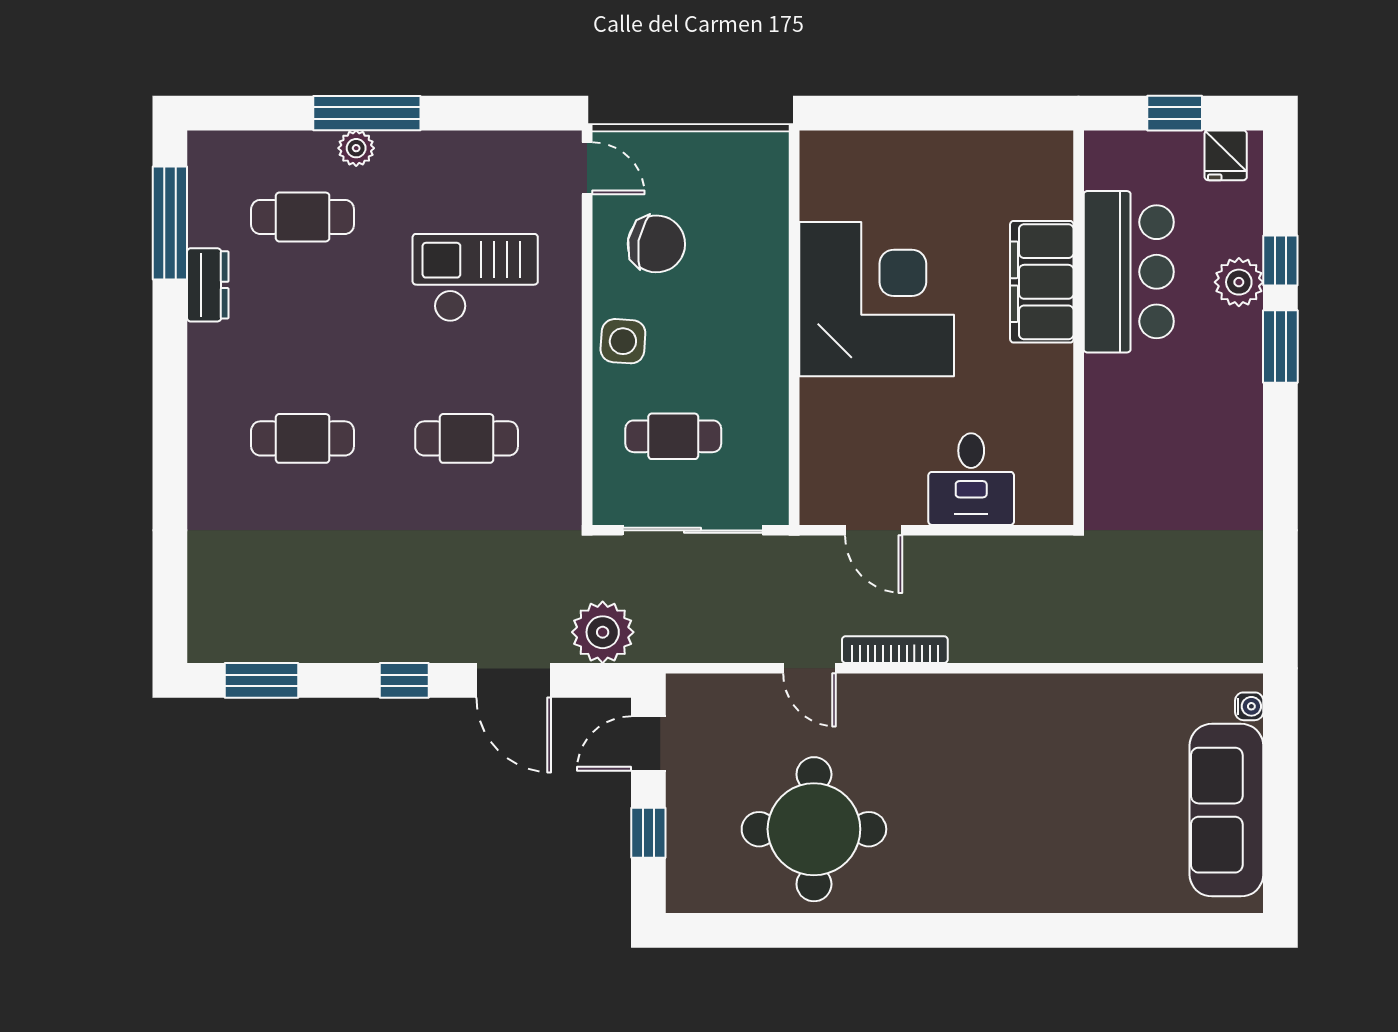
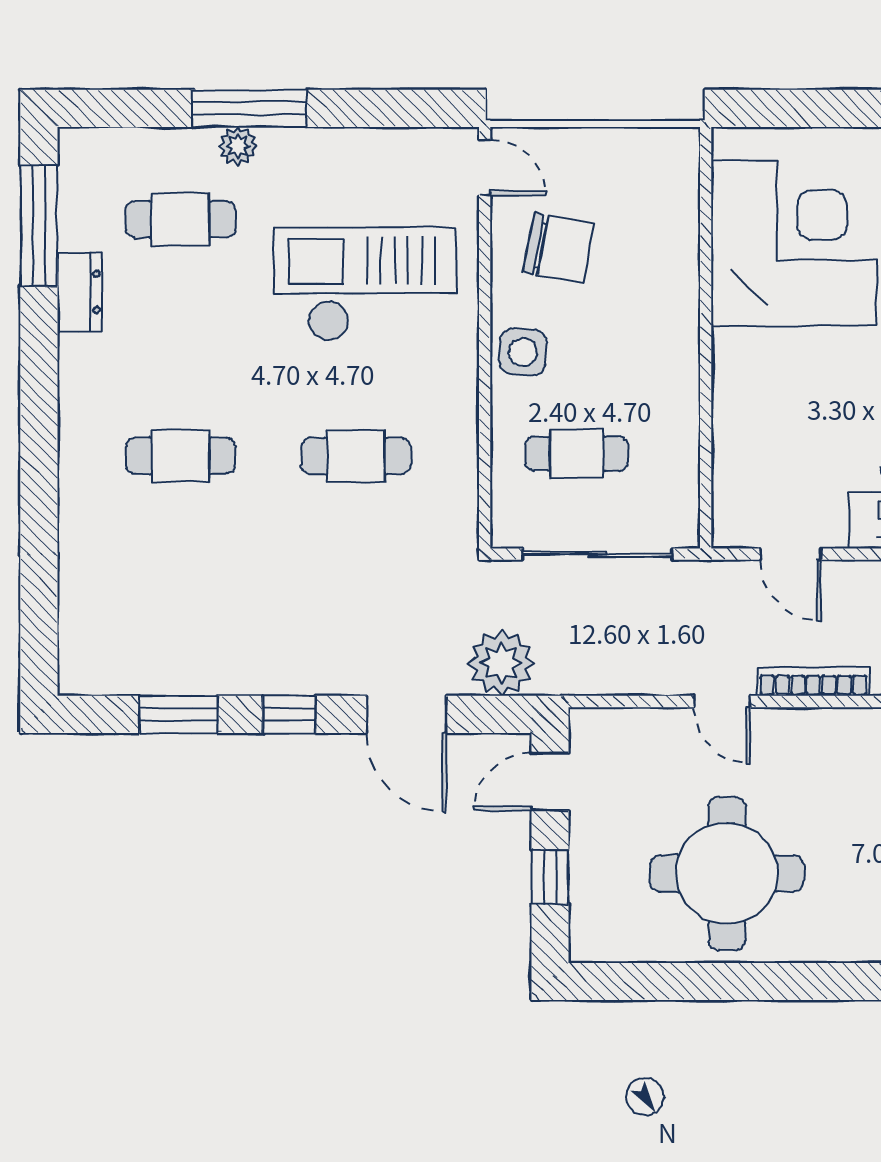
checkout: (475, 278) -> (365, 284), width x1.36, depth x1.21
corner desk: (877, 299) -> (794, 243), moved
window: (262, 680) -> (179, 714), moved

